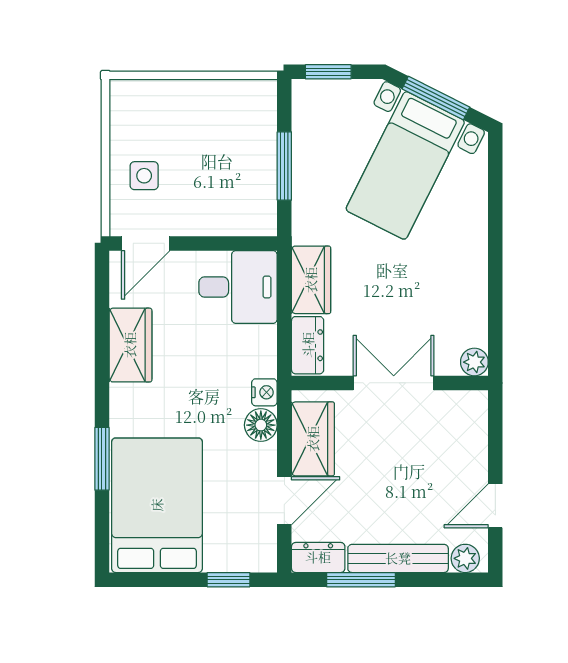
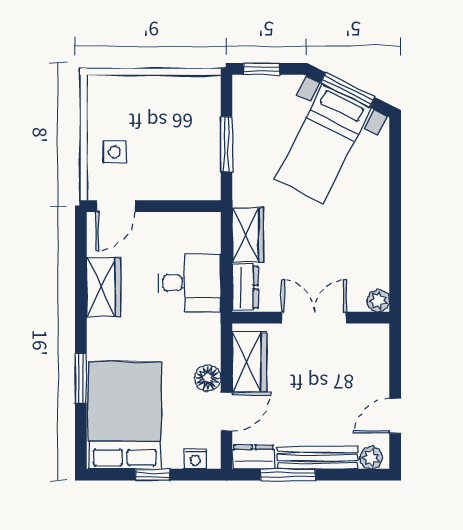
desk: (238, 287) -> (189, 283), moved
nightstand: (264, 392) -> (195, 459), moved, turned 90
floor lamp: (261, 425) -> (208, 378), moved
window: (229, 580) -> (152, 475), moved

